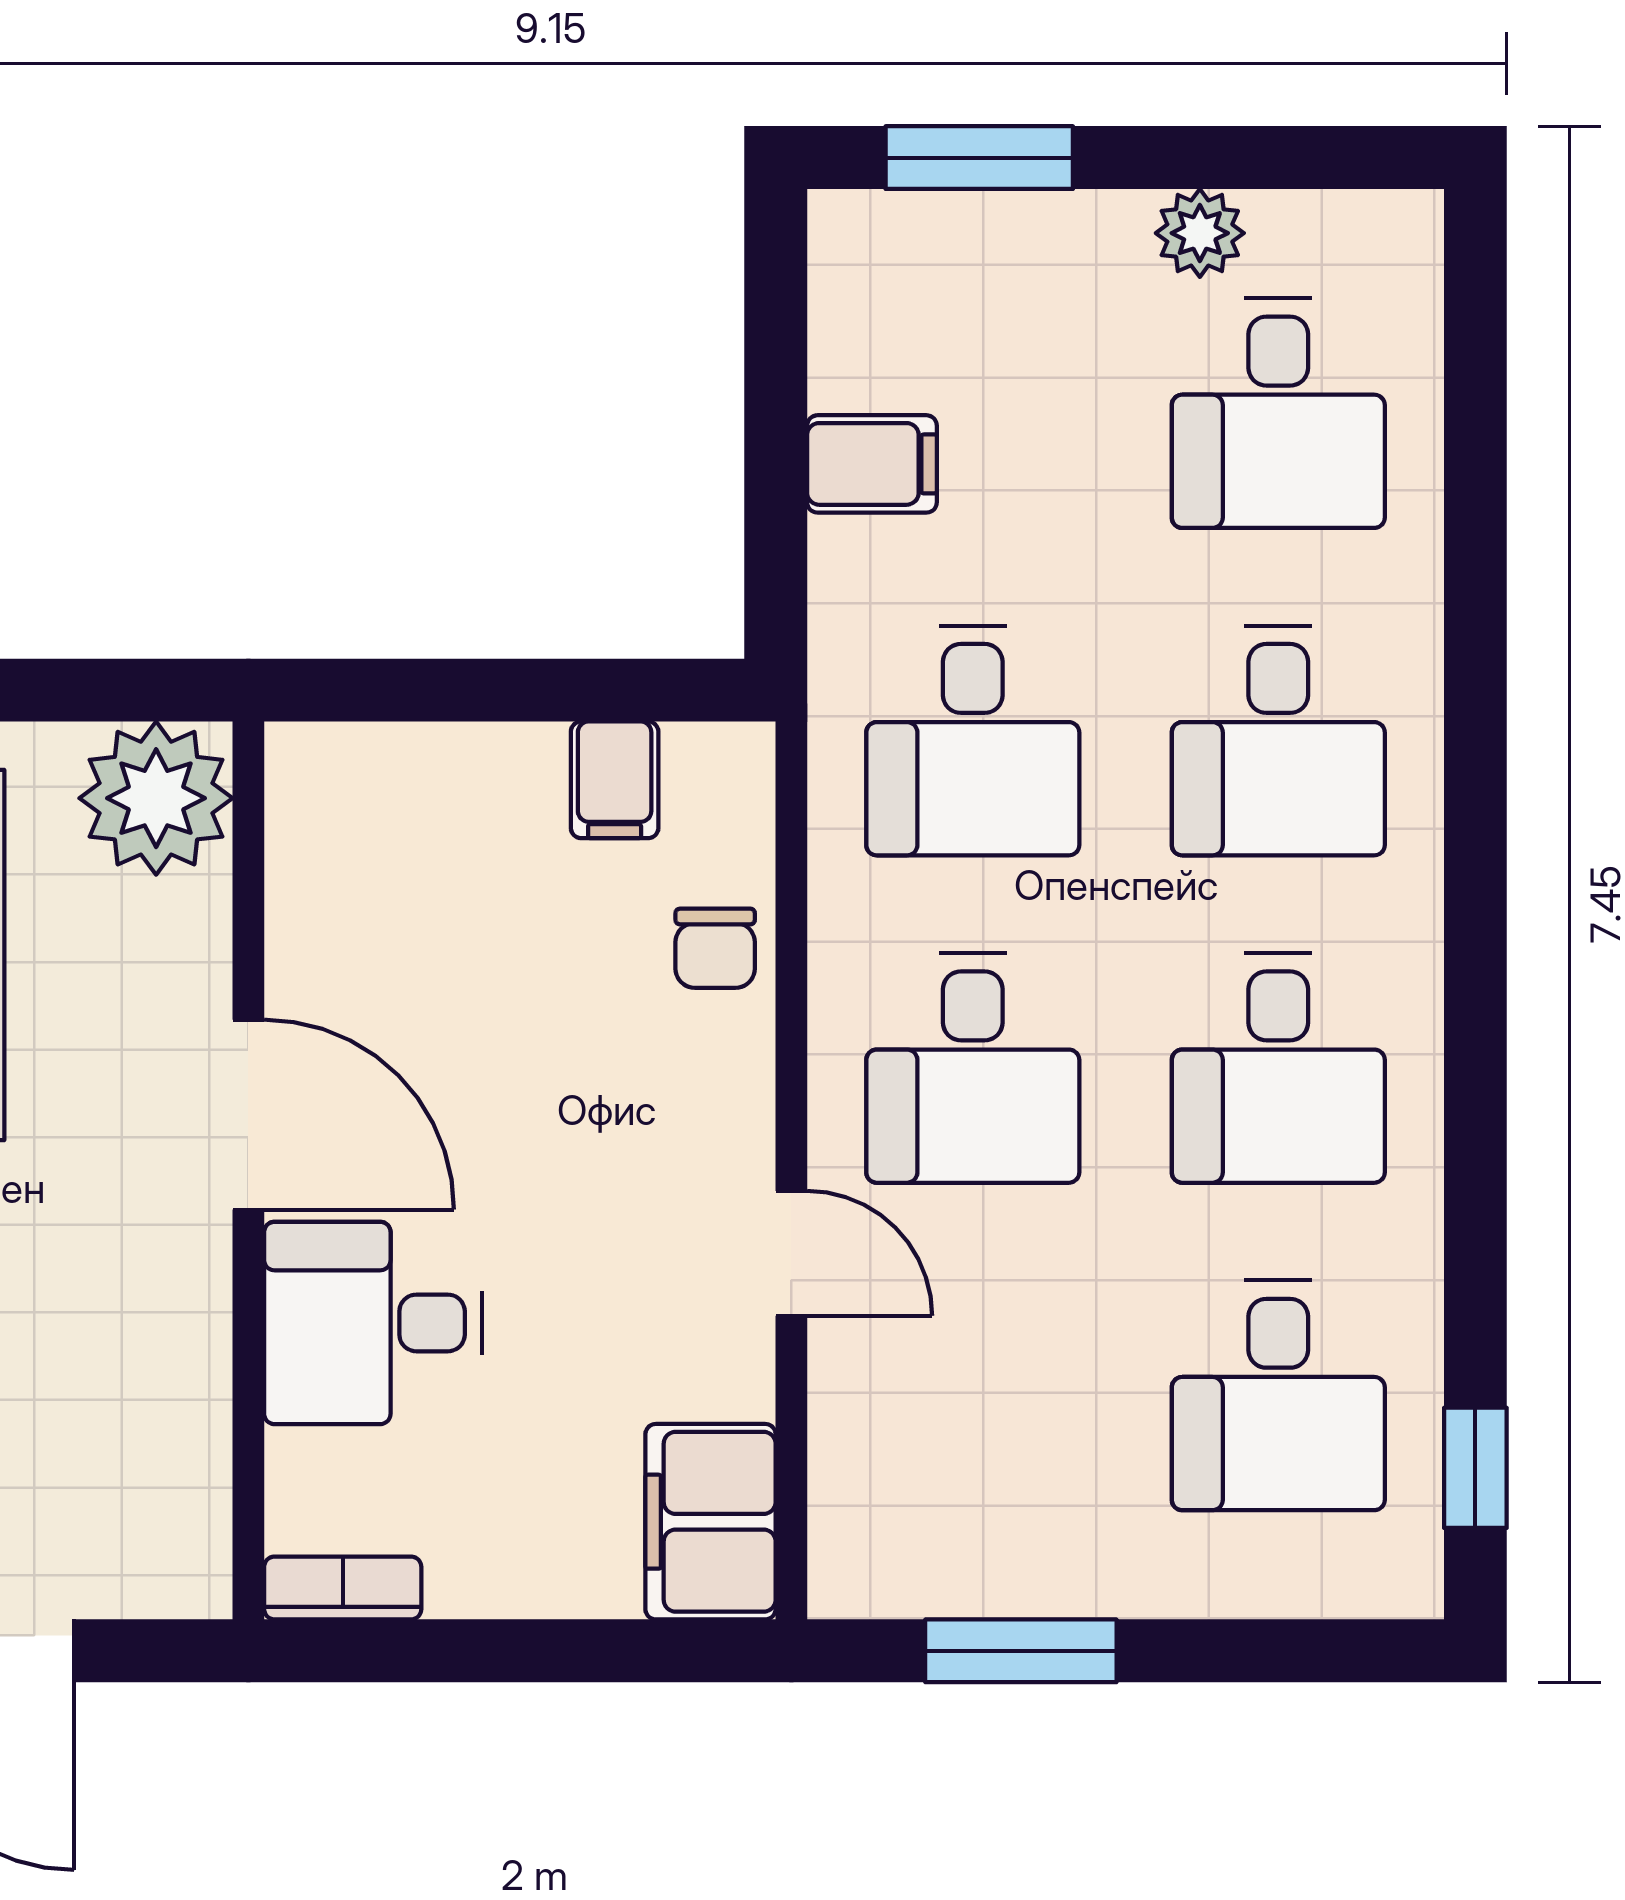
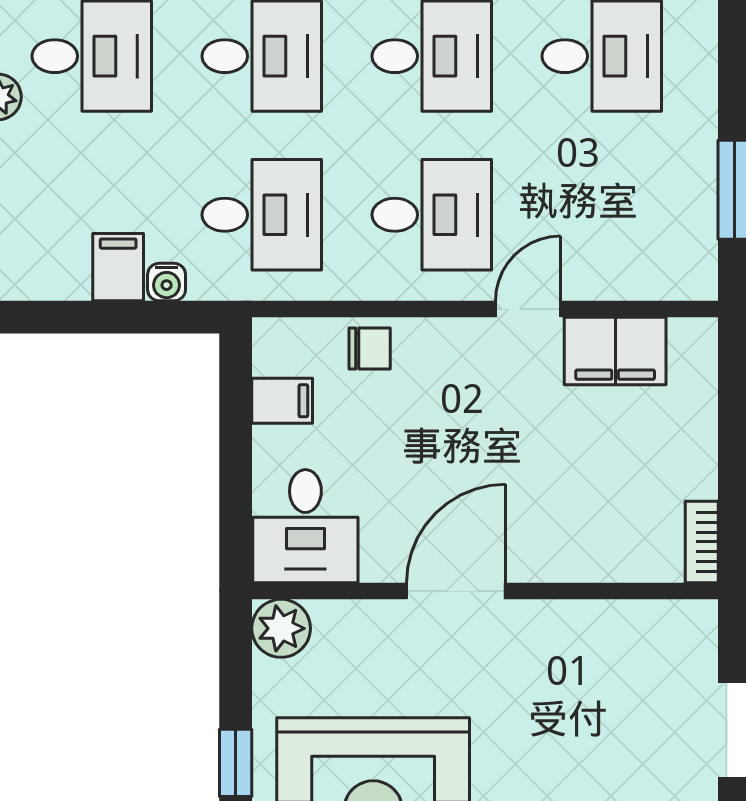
water cooler: (843, 557) -> (167, 282), added
plant: (156, 798) -> (281, 628), width x0.73, depth x0.73
desk: (373, 1323) -> (305, 526), moved
filing cabinet: (711, 1522) -> (615, 351), moved

